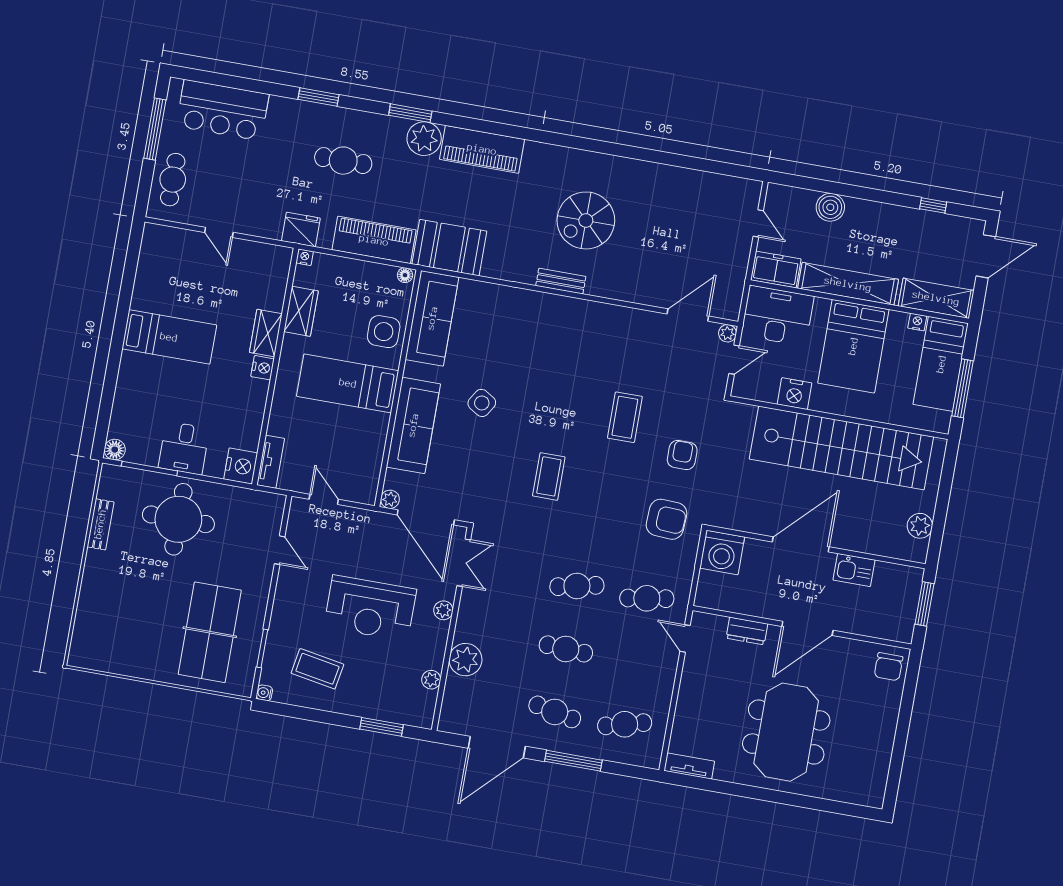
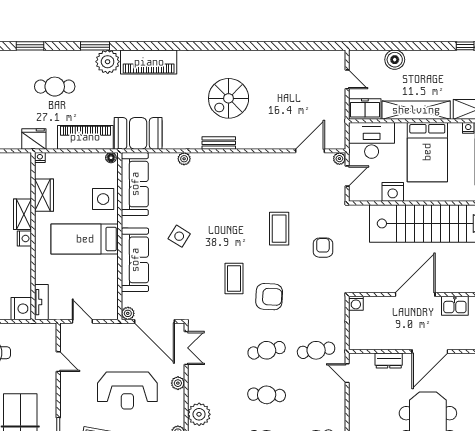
plant: (508, 295) -> (184, 159), added
armchair: (666, 519) -> (269, 297), moved
washing machine: (722, 552) -> (356, 303), width x0.53, depth x0.53

